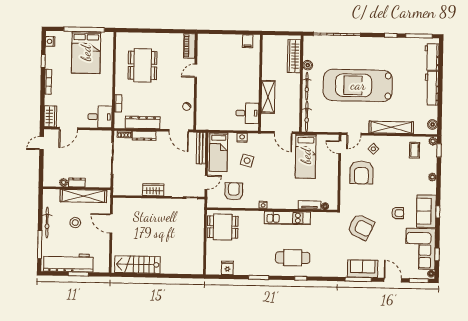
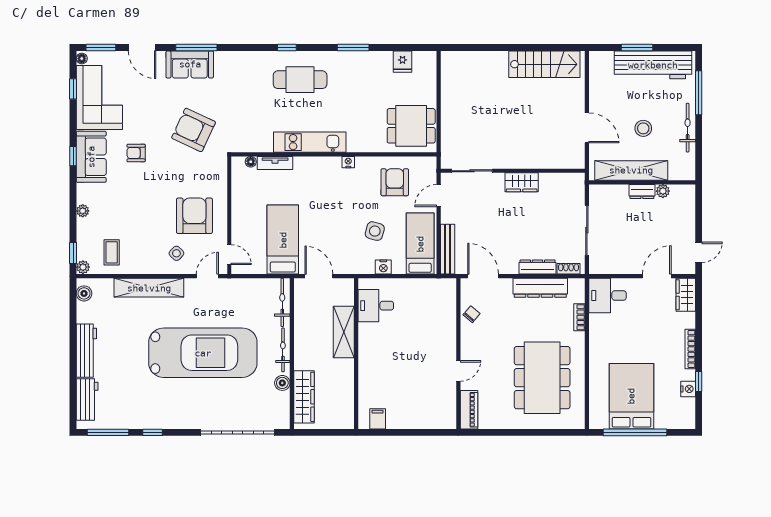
nightstand: (50, 41) -> (688, 389), moved
dining table: (143, 65) -> (542, 378), width x1.36, depth x1.24
armchair: (234, 191) -> (395, 182), turned 180

